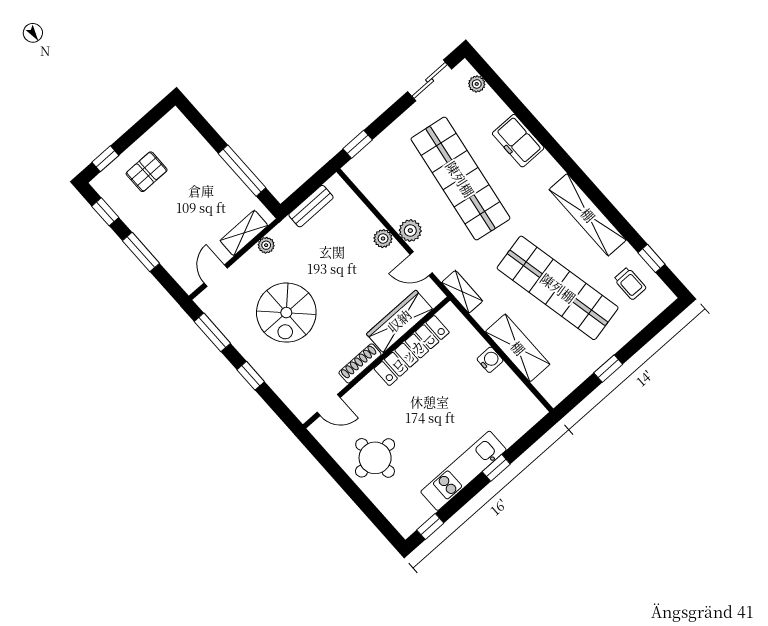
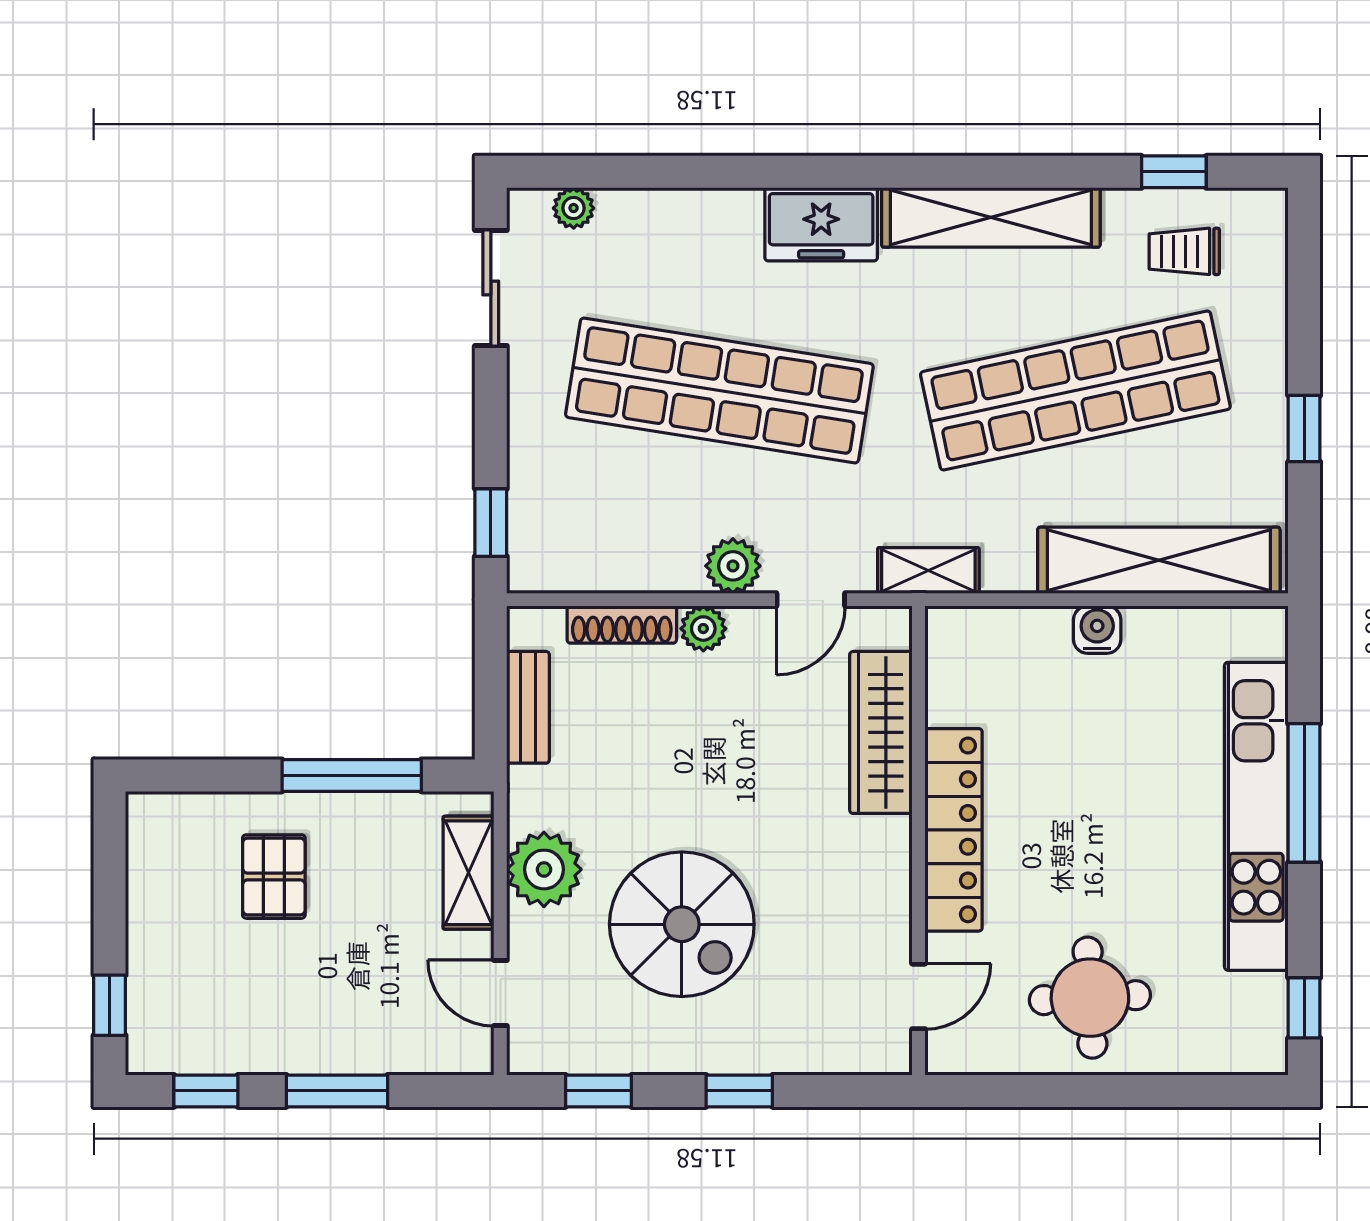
freezer: (518, 141) -> (821, 224), moved
pallet: (147, 172) -> (274, 877), moved
plant: (266, 245) -> (544, 869), width x1.88, depth x1.88
trolley: (630, 283) -> (1184, 251), turned 180
window: (212, 332) -> (599, 1091), width x0.67
shelving: (518, 348) -> (1159, 560), width x1.47
locker: (412, 351) -> (954, 830), moved
shoe rack: (360, 363) -> (622, 625), moved, turned -90
window: (496, 468) -> (1304, 793), width x2.17
kitchen unit: (463, 471) -> (1256, 816), width x1.36

